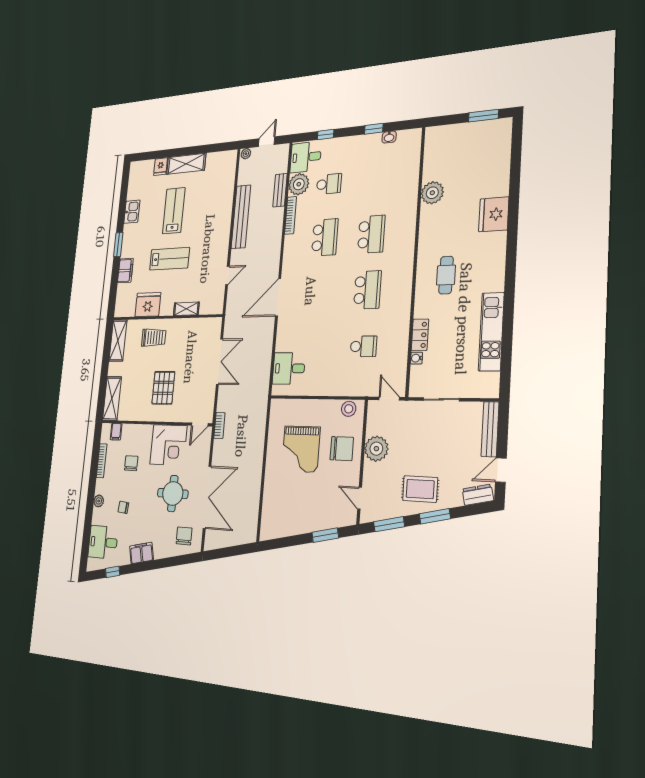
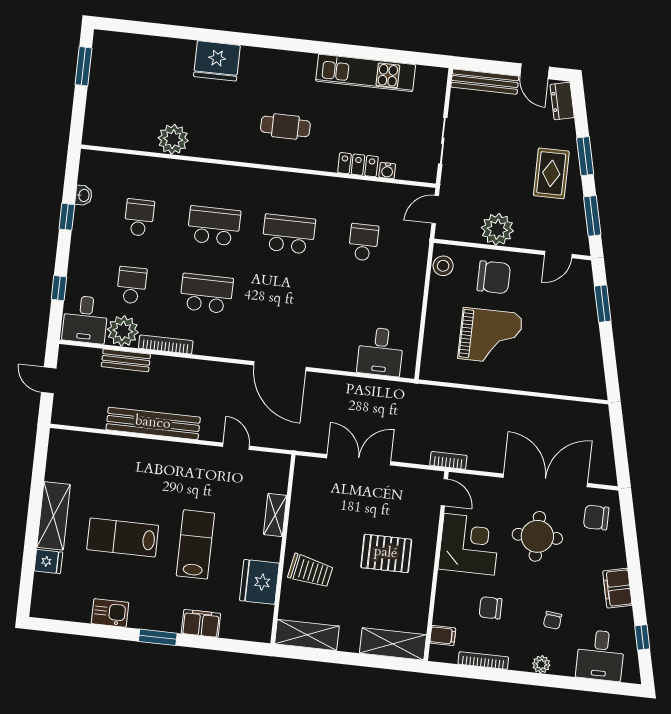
plant: (246, 154) -> (60, 414), removed
school desk: (375, 180) -> (139, 218), added
trolley: (154, 338) -> (310, 571), turned 101
chair: (342, 449) -> (494, 277), turned 90

